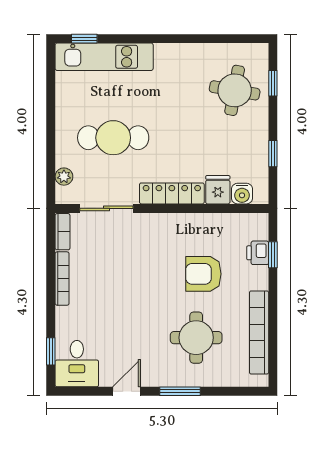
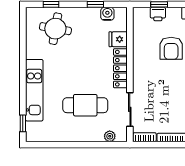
kitchen unit: (104, 57) -> (34, 90), moved
cafe table: (113, 138) -> (85, 105), turned 90
water cooler: (242, 194) -> (107, 14), moved, turned -90

